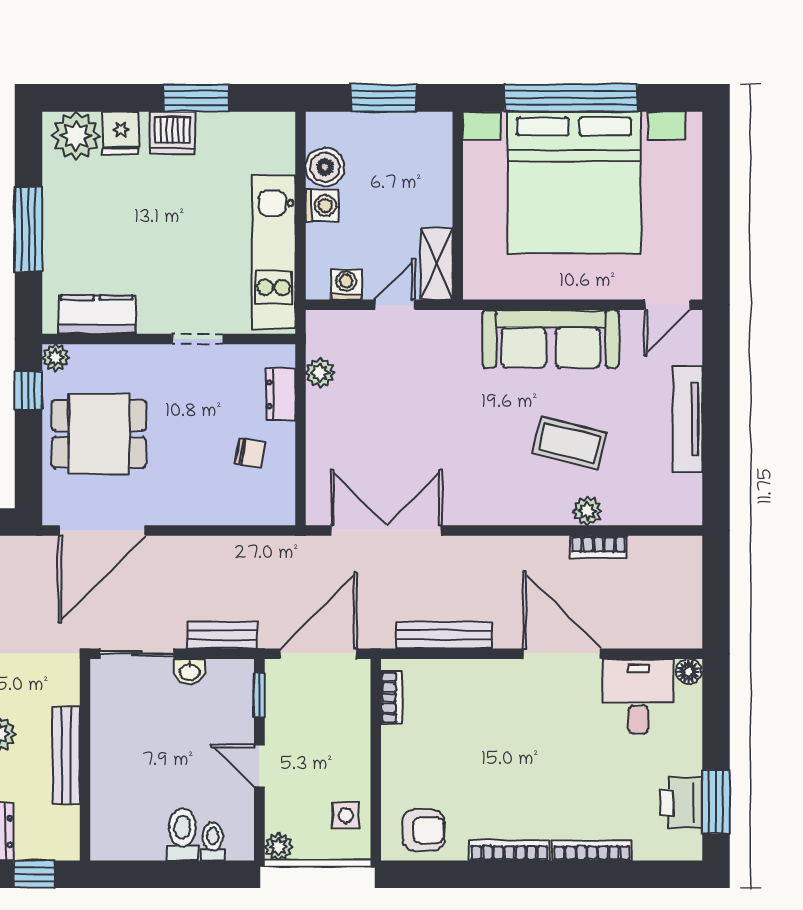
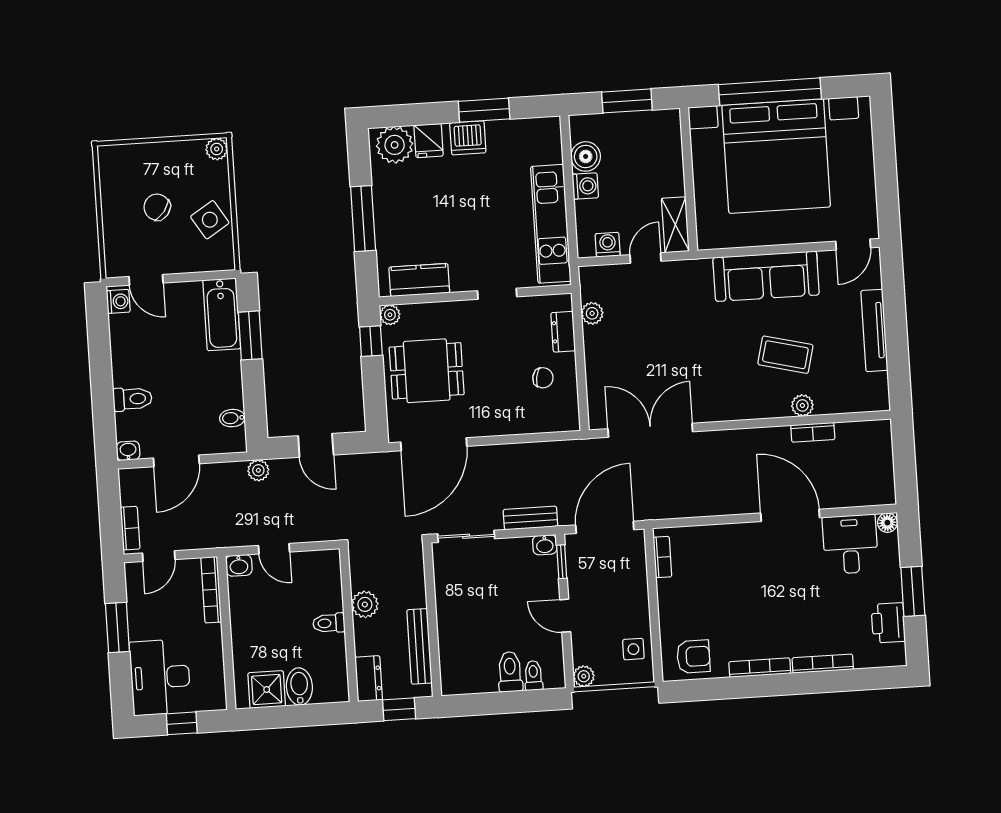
bench: (444, 635) -> (700, 507), removed
washbasin: (190, 671) -> (545, 545), moved
bench: (66, 755) -> (419, 646), moved
window: (716, 802) -> (913, 591), moved

